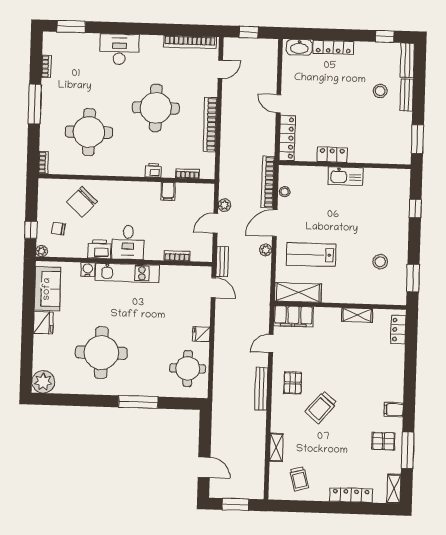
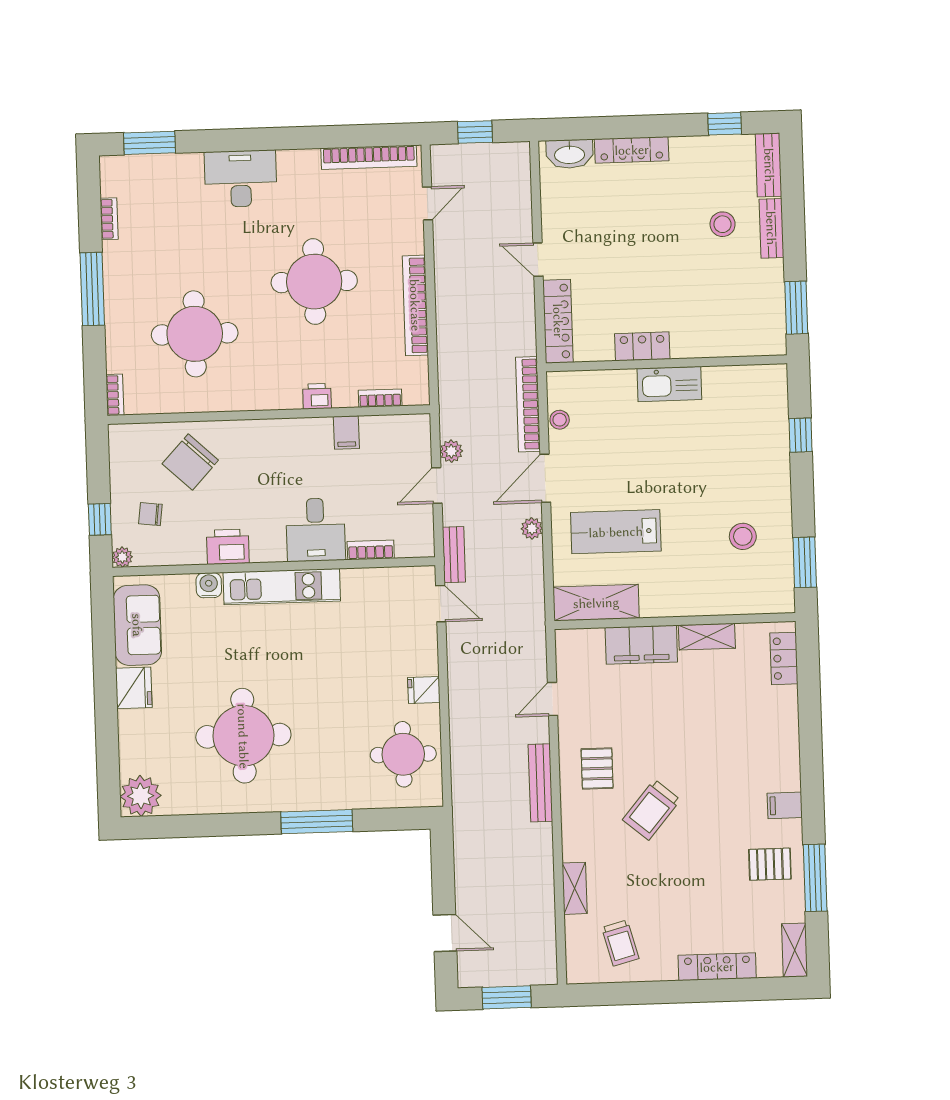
desk: (128, 242) -> (316, 530), moved
filing cabinet: (293, 316) -> (641, 645), moved

